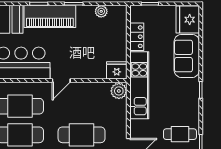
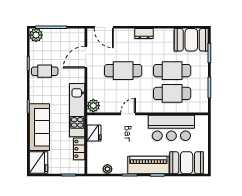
sofa: (187, 56) -> (39, 127), width x1.36
fridge: (117, 70) -> (94, 133), moved, turned -90
door: (61, 81) -> (128, 114), moved

